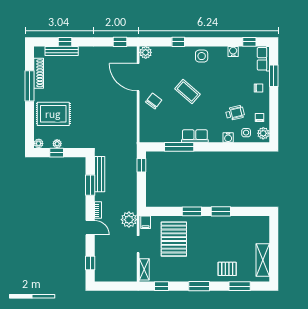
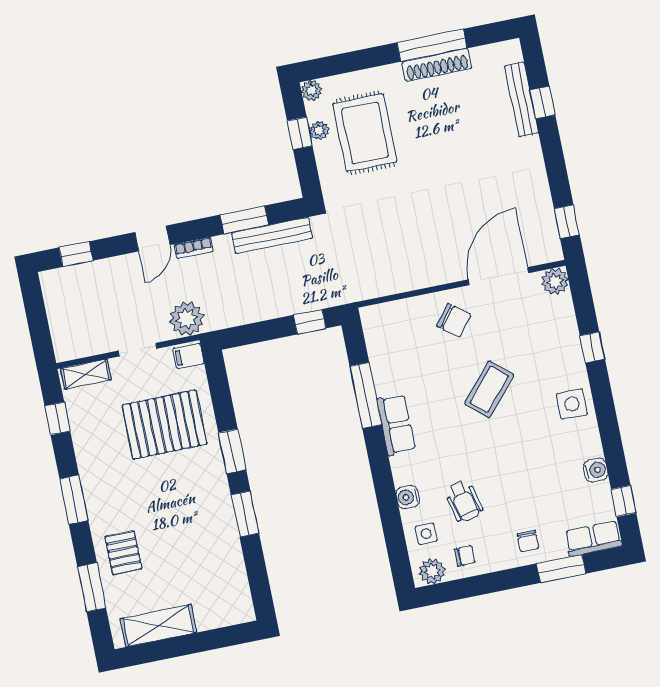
shoe rack: (39, 73) -> (437, 65), moved
rug: (53, 114) -> (365, 133), moved

